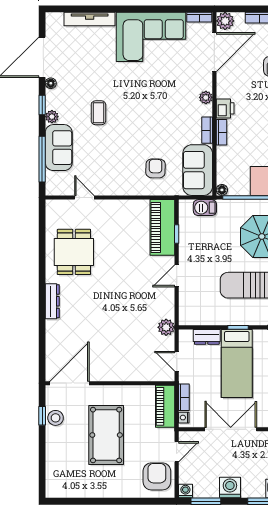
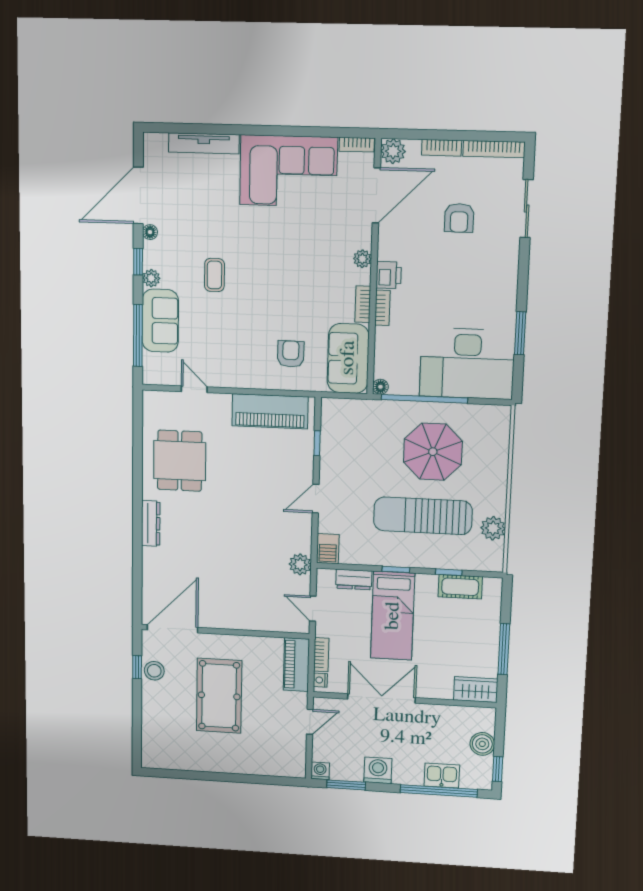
barbecue: (205, 208) -> (328, 549), moved, turned -90
piano: (162, 227) -> (270, 411), moved, turned -90
armchair: (157, 476) -> (284, 751), removed

